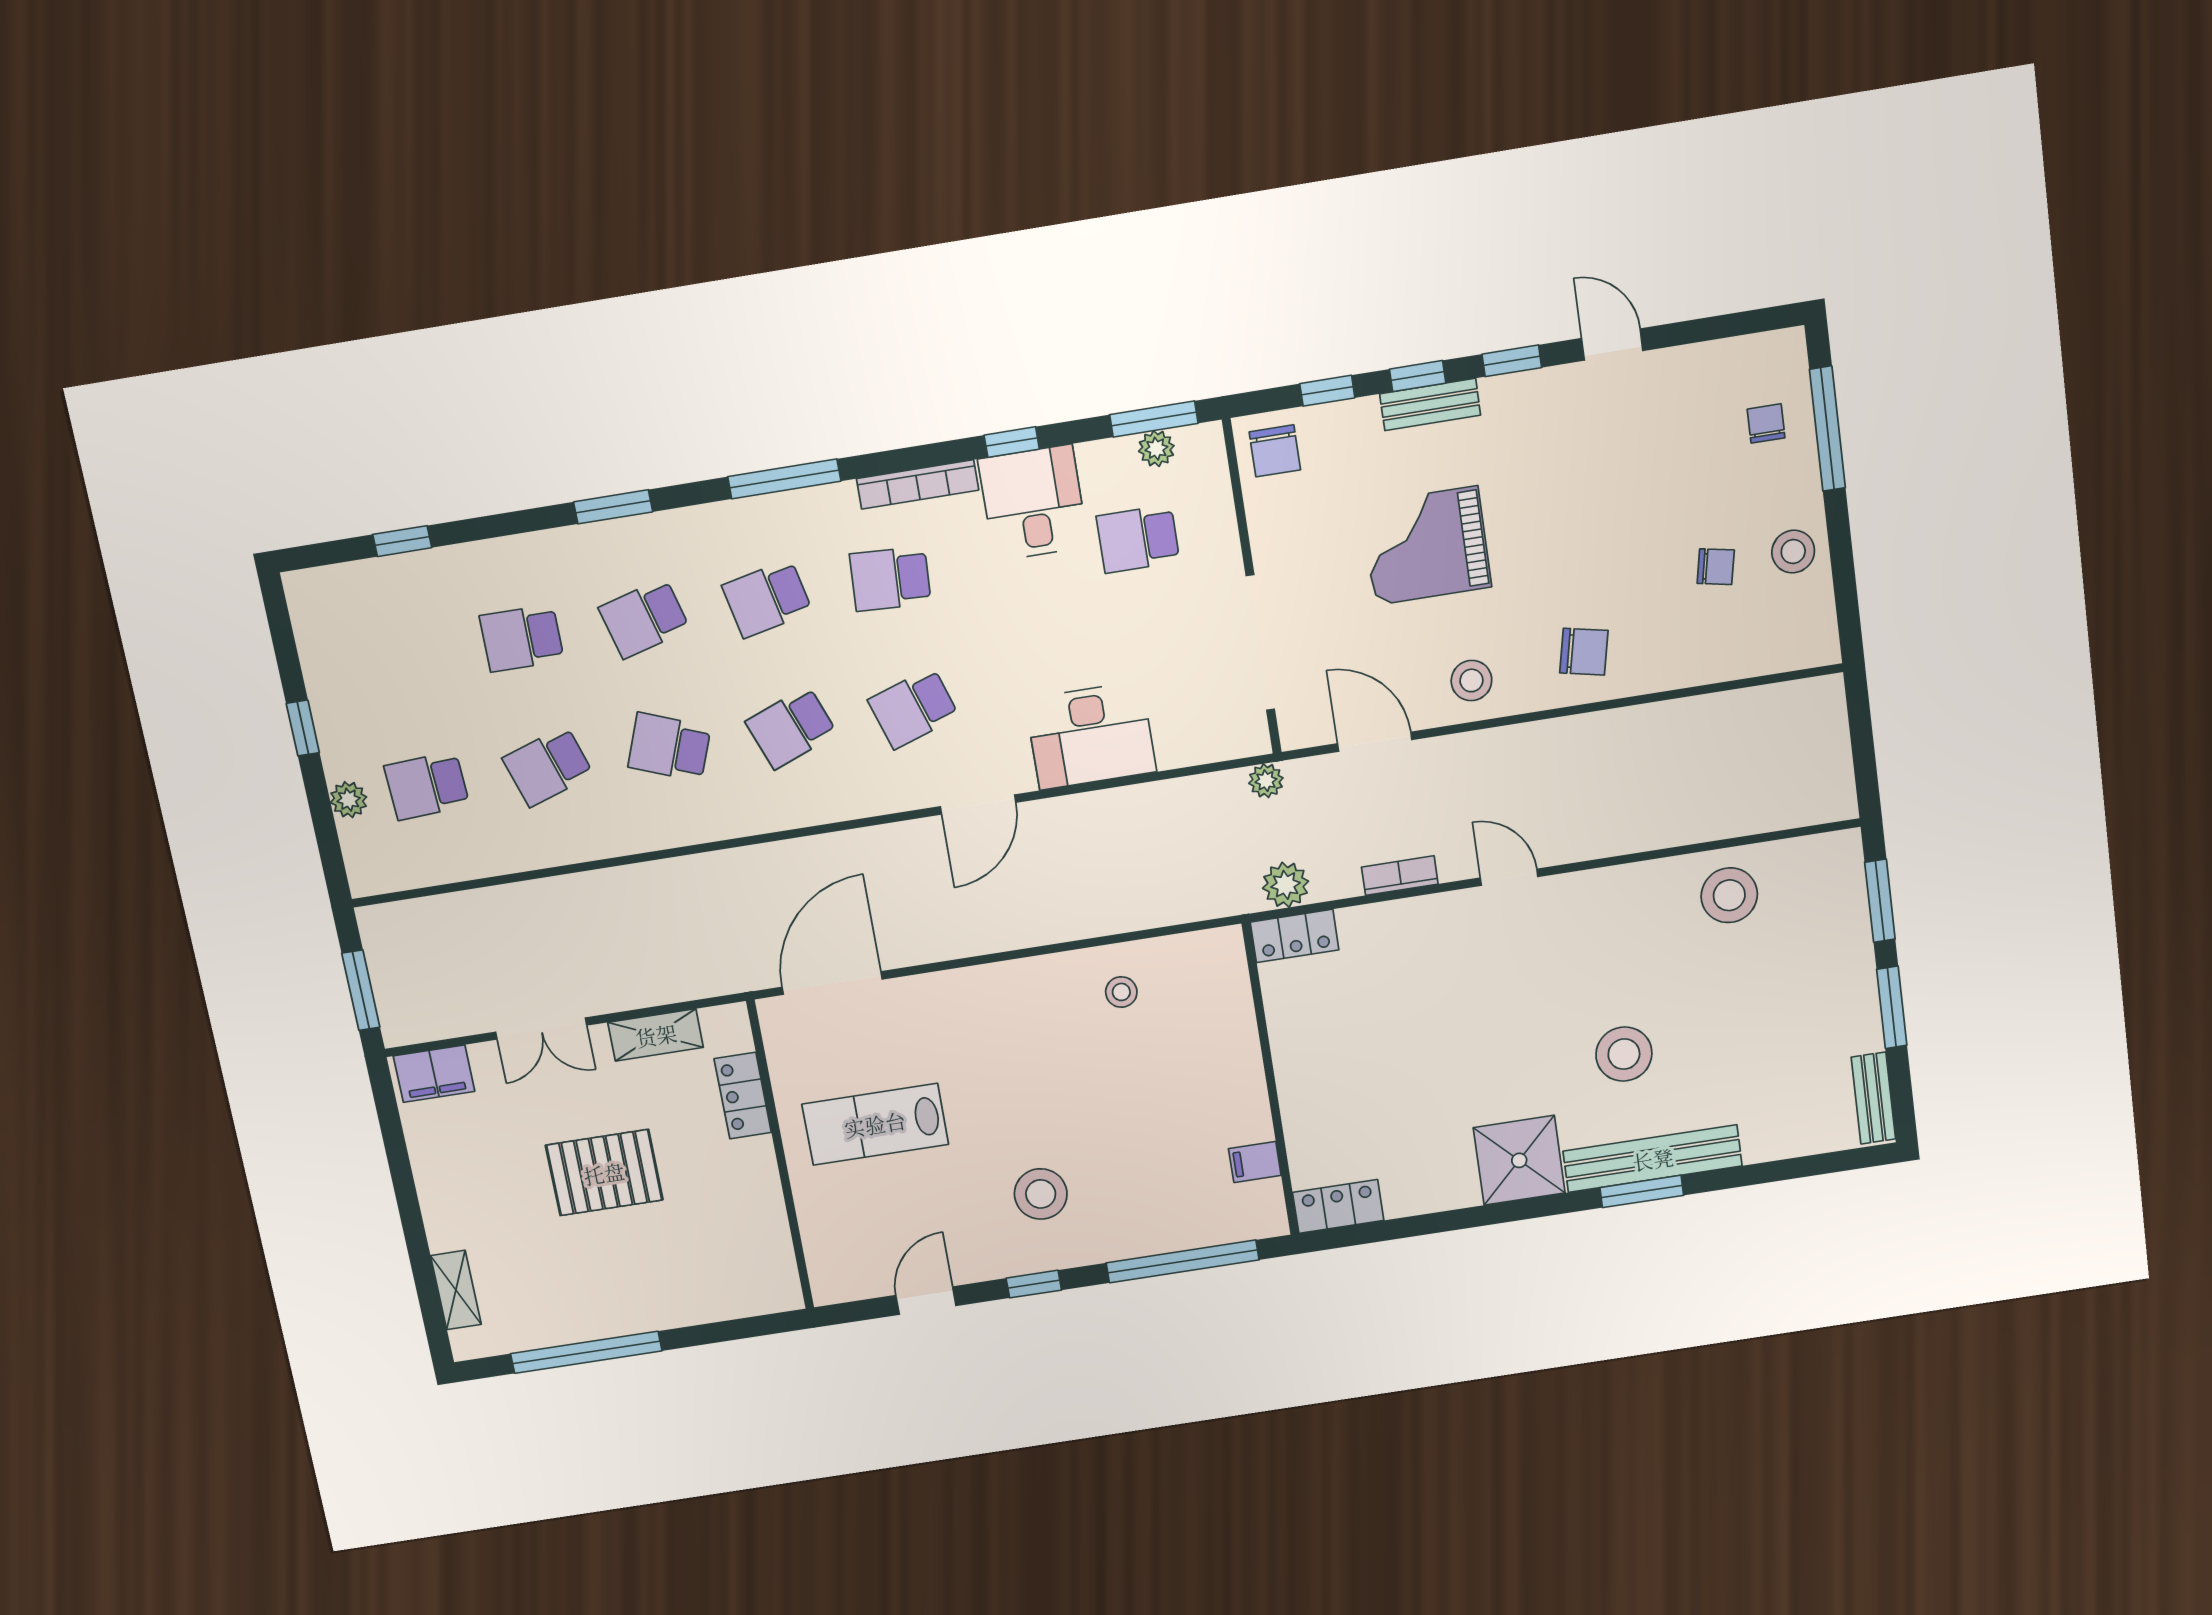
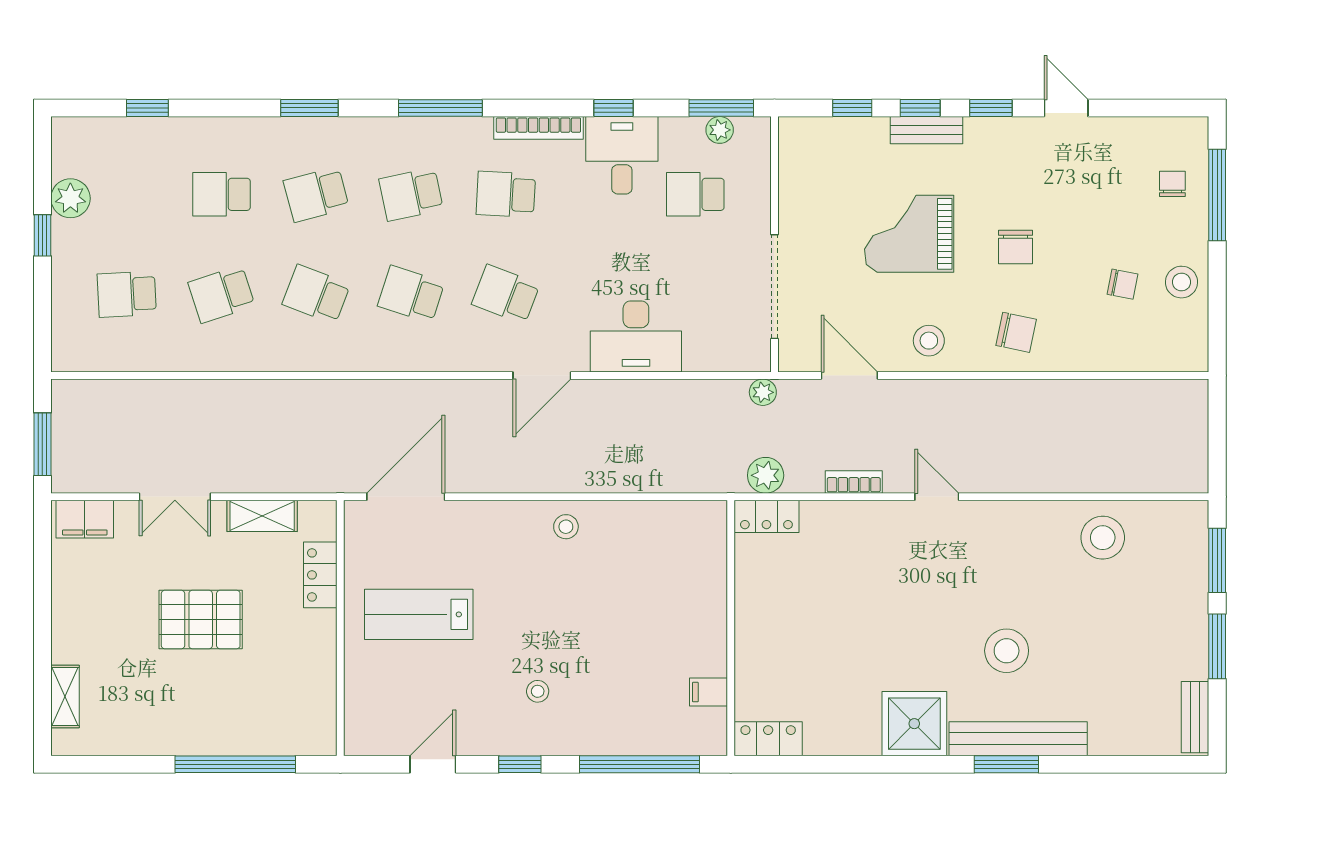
chair: (1275, 451) -> (1016, 247), moved
school desk: (913, 708) -> (506, 294), turned 39
school desk: (791, 728) -> (411, 294), turned 39
plant: (349, 800) -> (70, 198), moved, width x1.38, depth x1.38
stool: (1121, 992) -> (566, 527), moved
stool: (1041, 1194) -> (538, 691), width x0.53, depth x0.53
window: (586, 1352) -> (235, 764), moved

